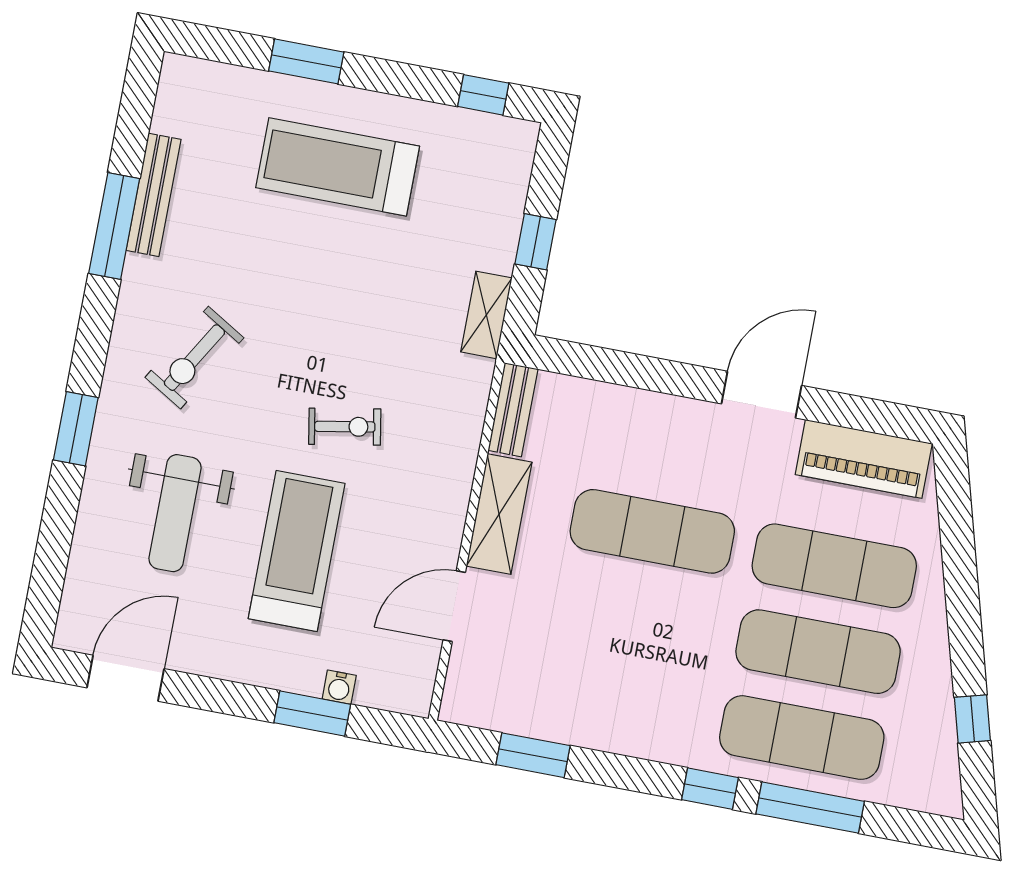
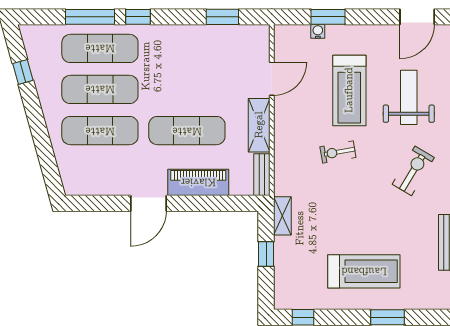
piano: (864, 459) -> (198, 182), moved

